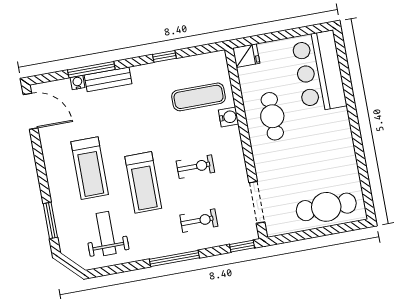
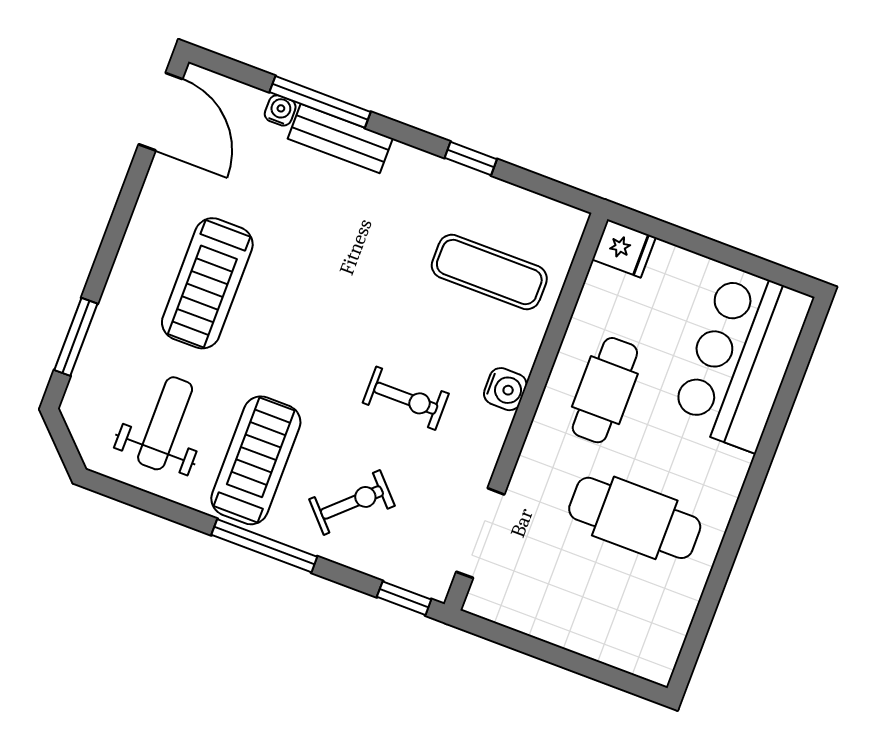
water cooler: (228, 117) -> (505, 389), moved
treadmill: (143, 182) -> (256, 460), moved, turned 180
cafe table: (326, 207) -> (635, 518), moved
exercise bike: (199, 221) -> (352, 503), turned -43

